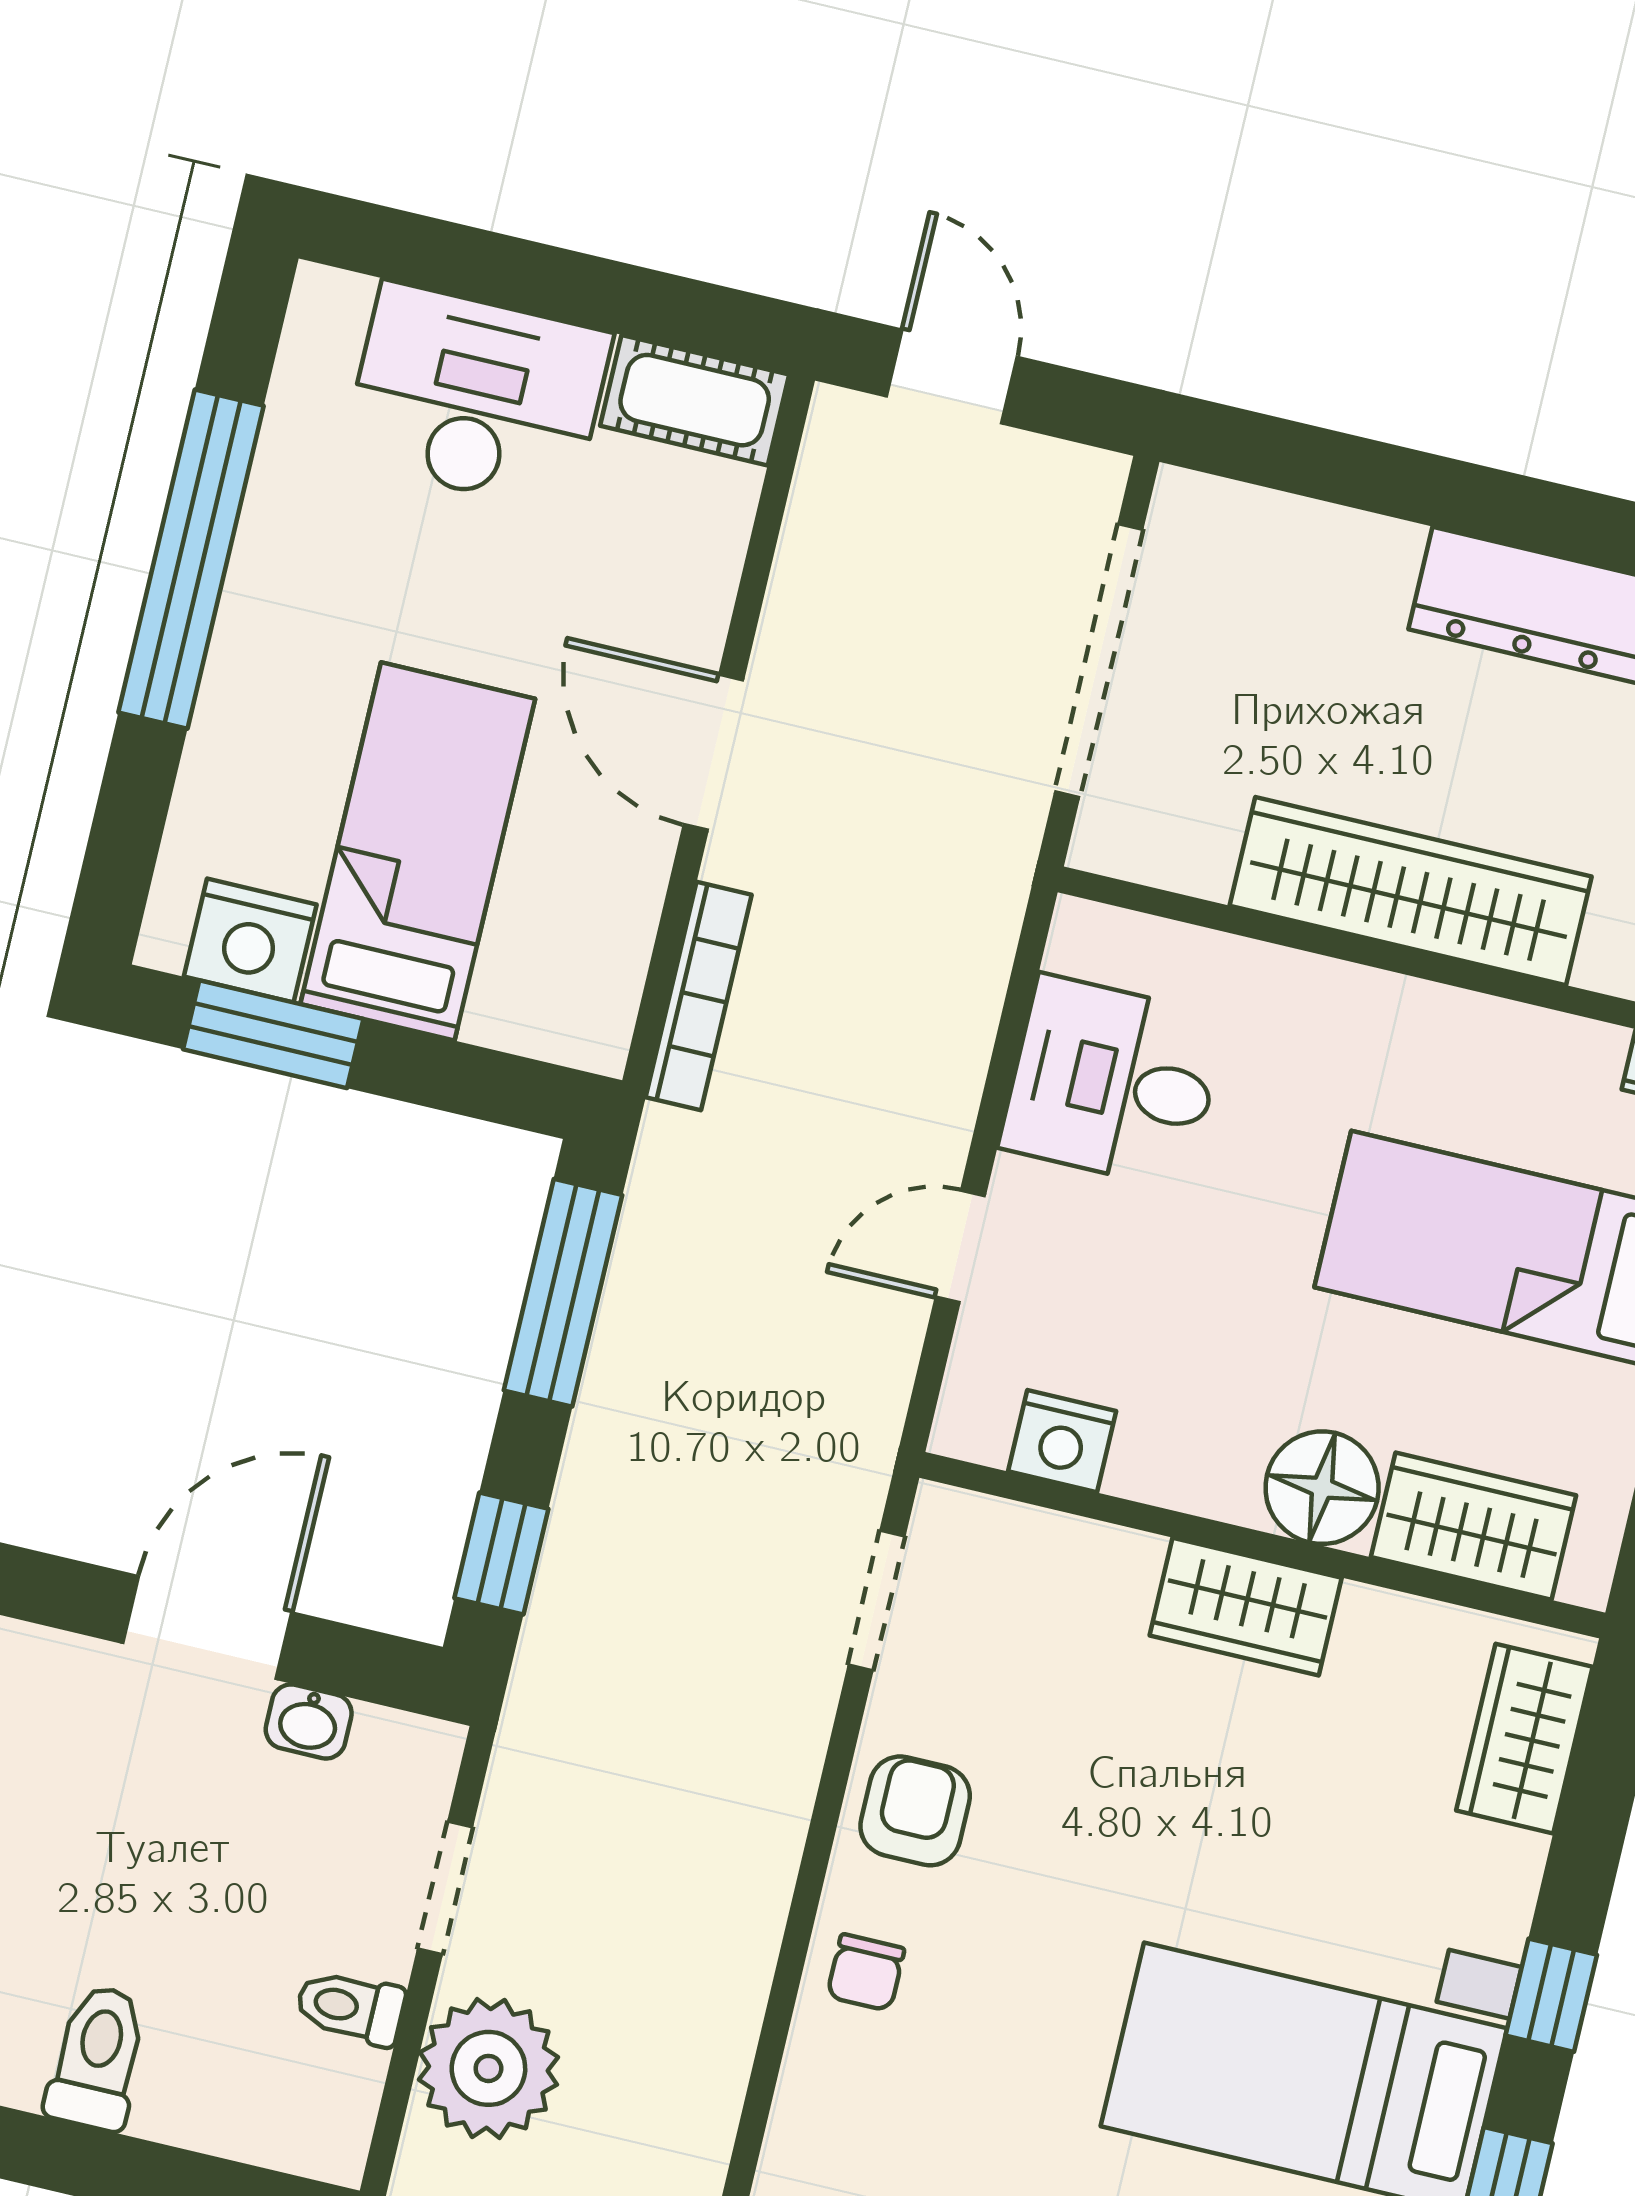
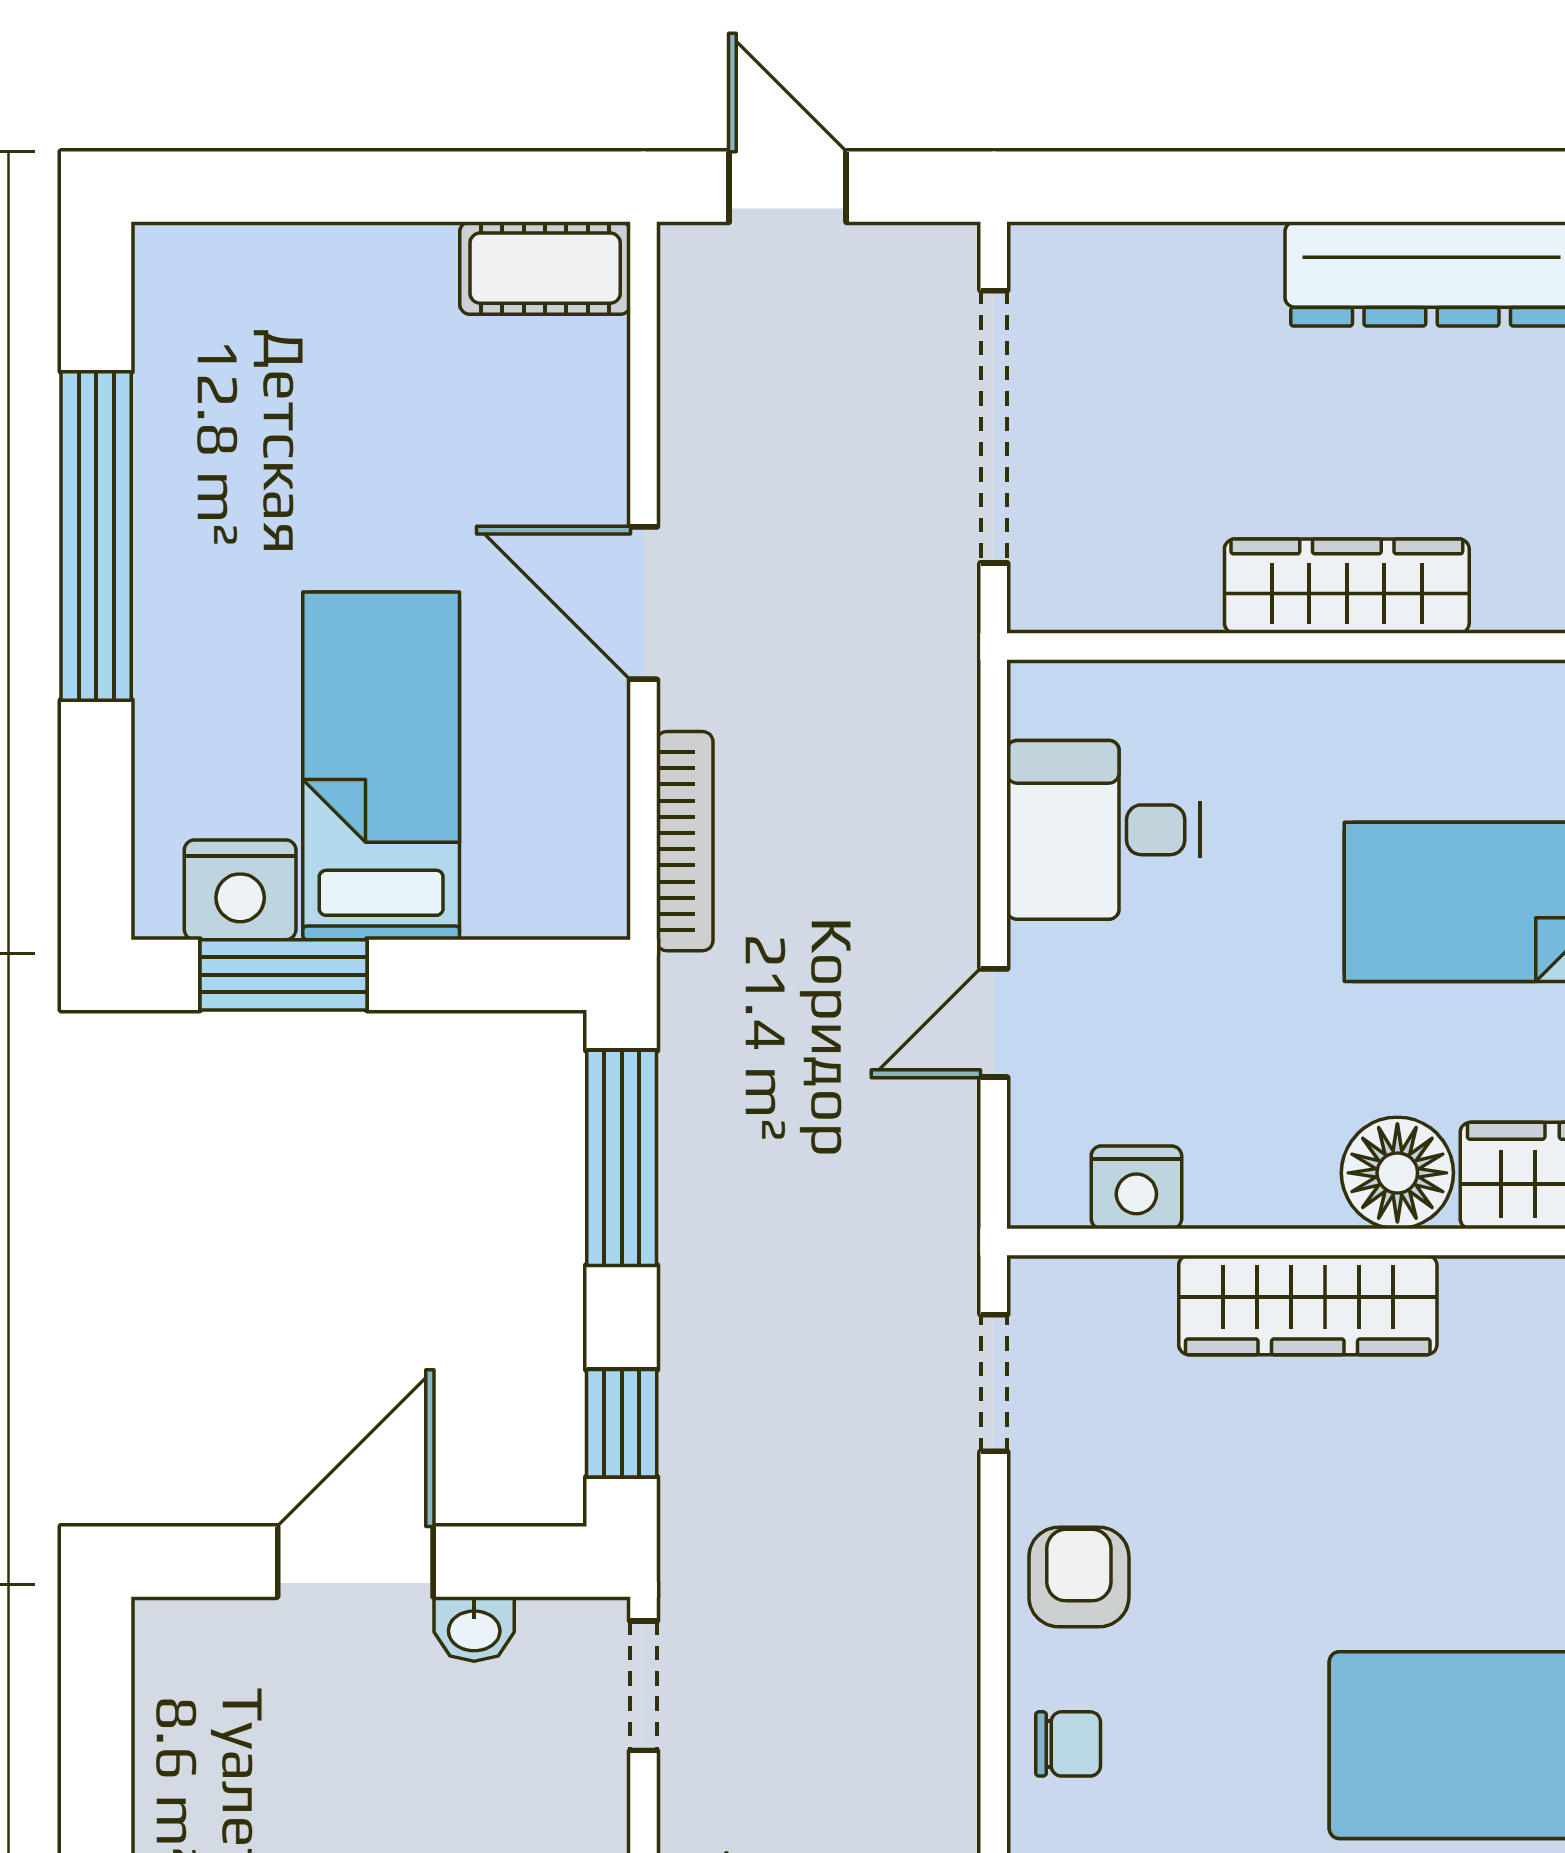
desk: (477, 397) -> (335, 315), removed
wardrobe: (1411, 891) -> (1347, 586), width x0.71, depth x0.85
wardrobe: (1246, 1607) -> (1308, 1305), width x1.50
doorway: (445, 1888) -> (643, 1686), moved
chair: (866, 1972) -> (1068, 1744), turned -90

